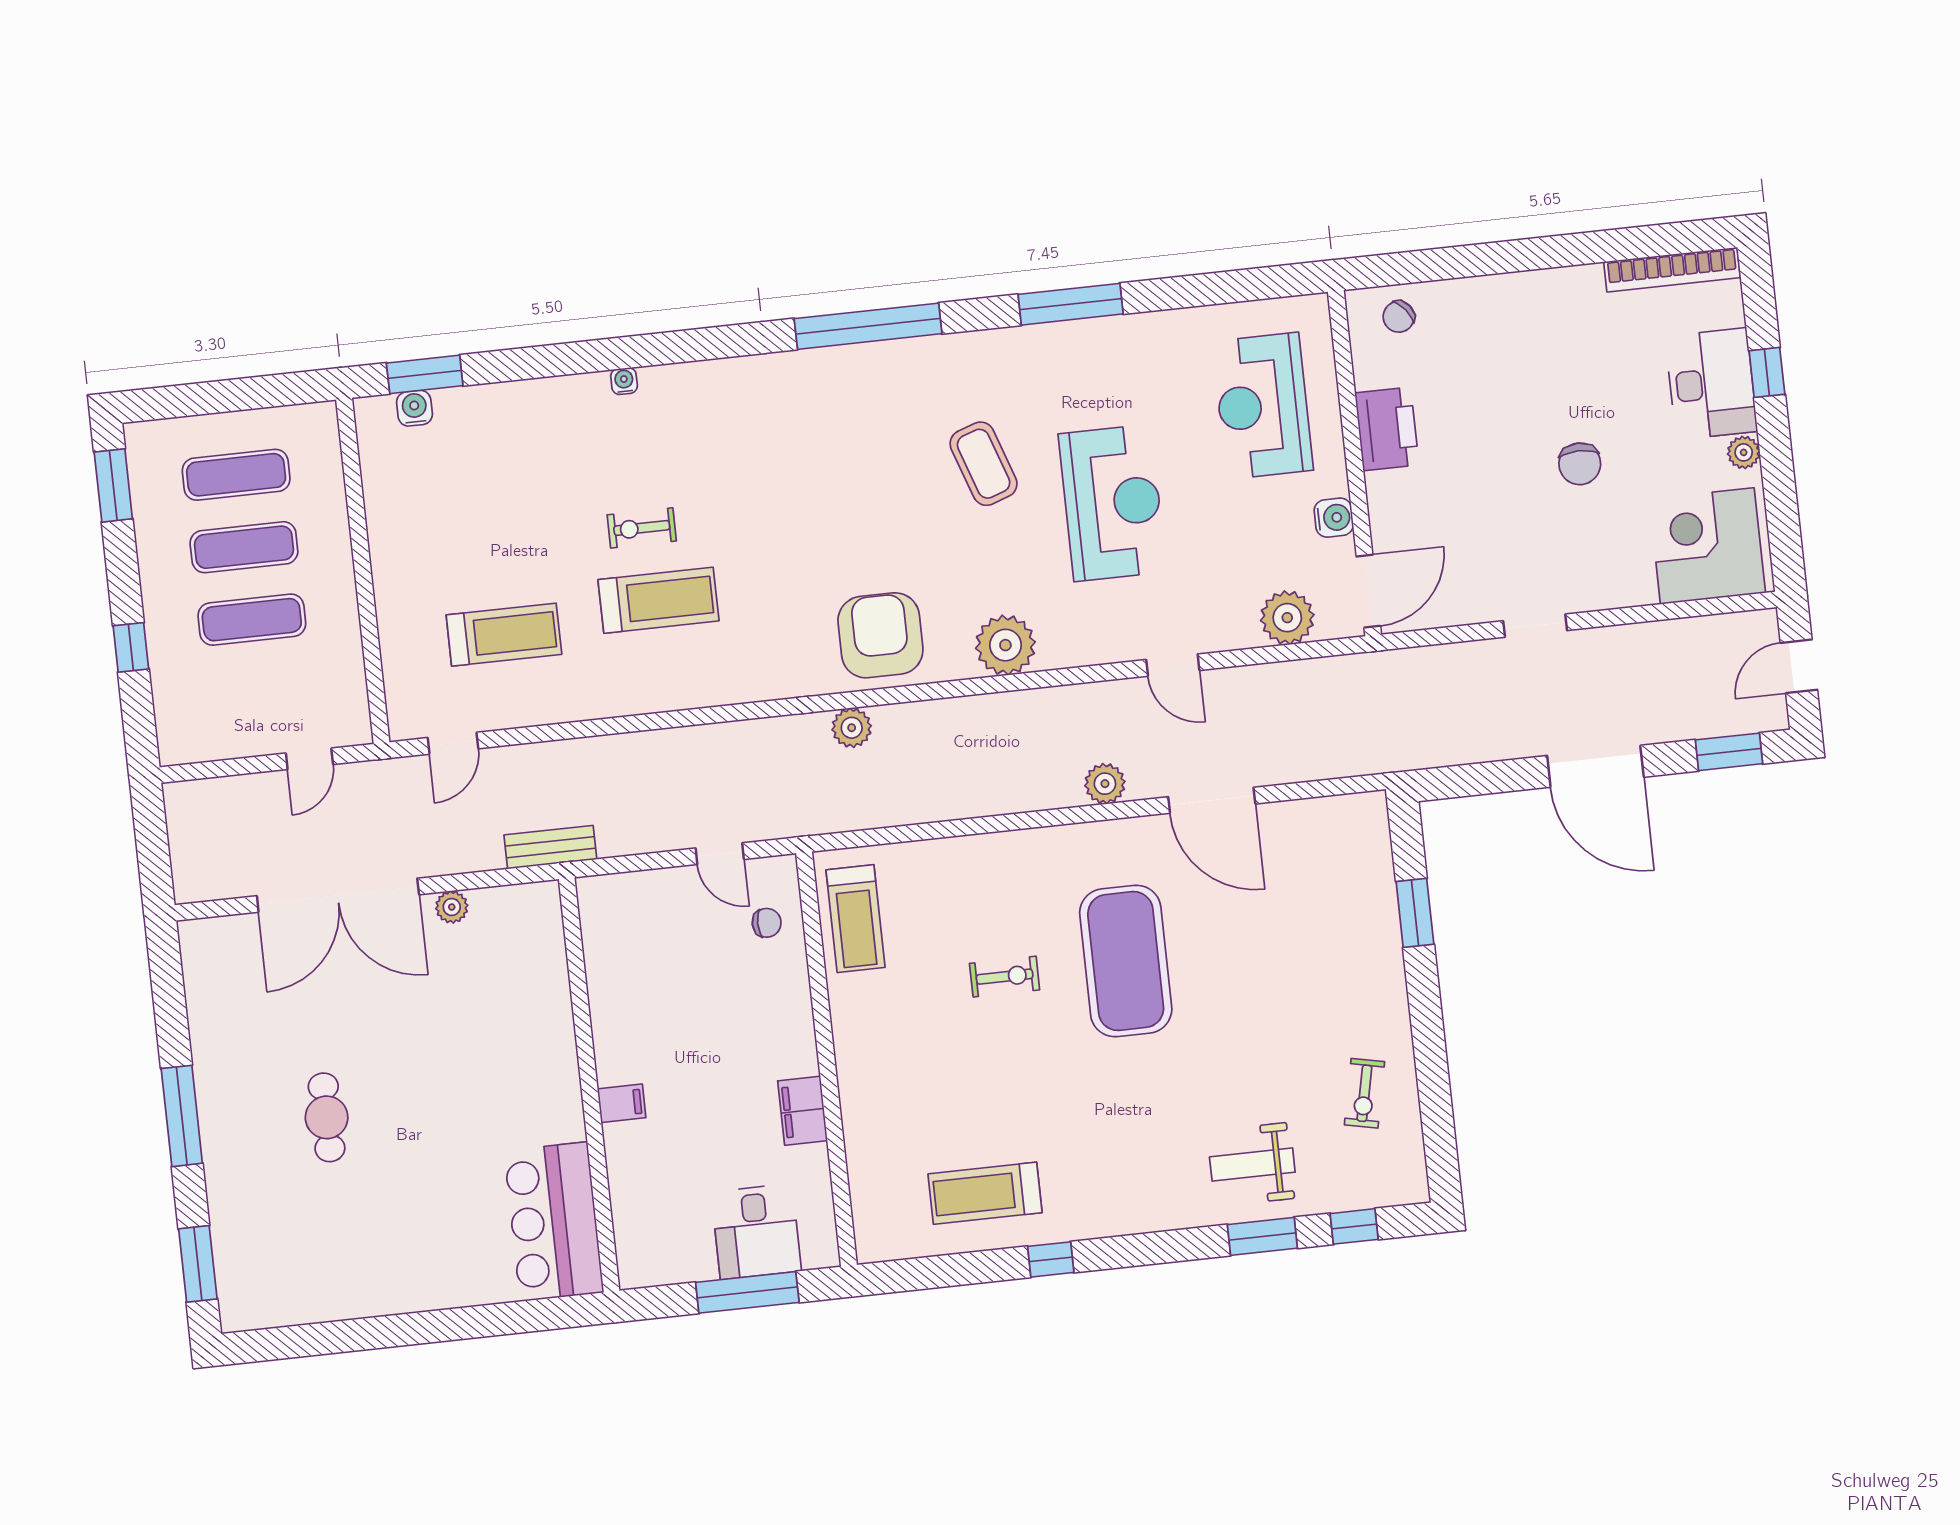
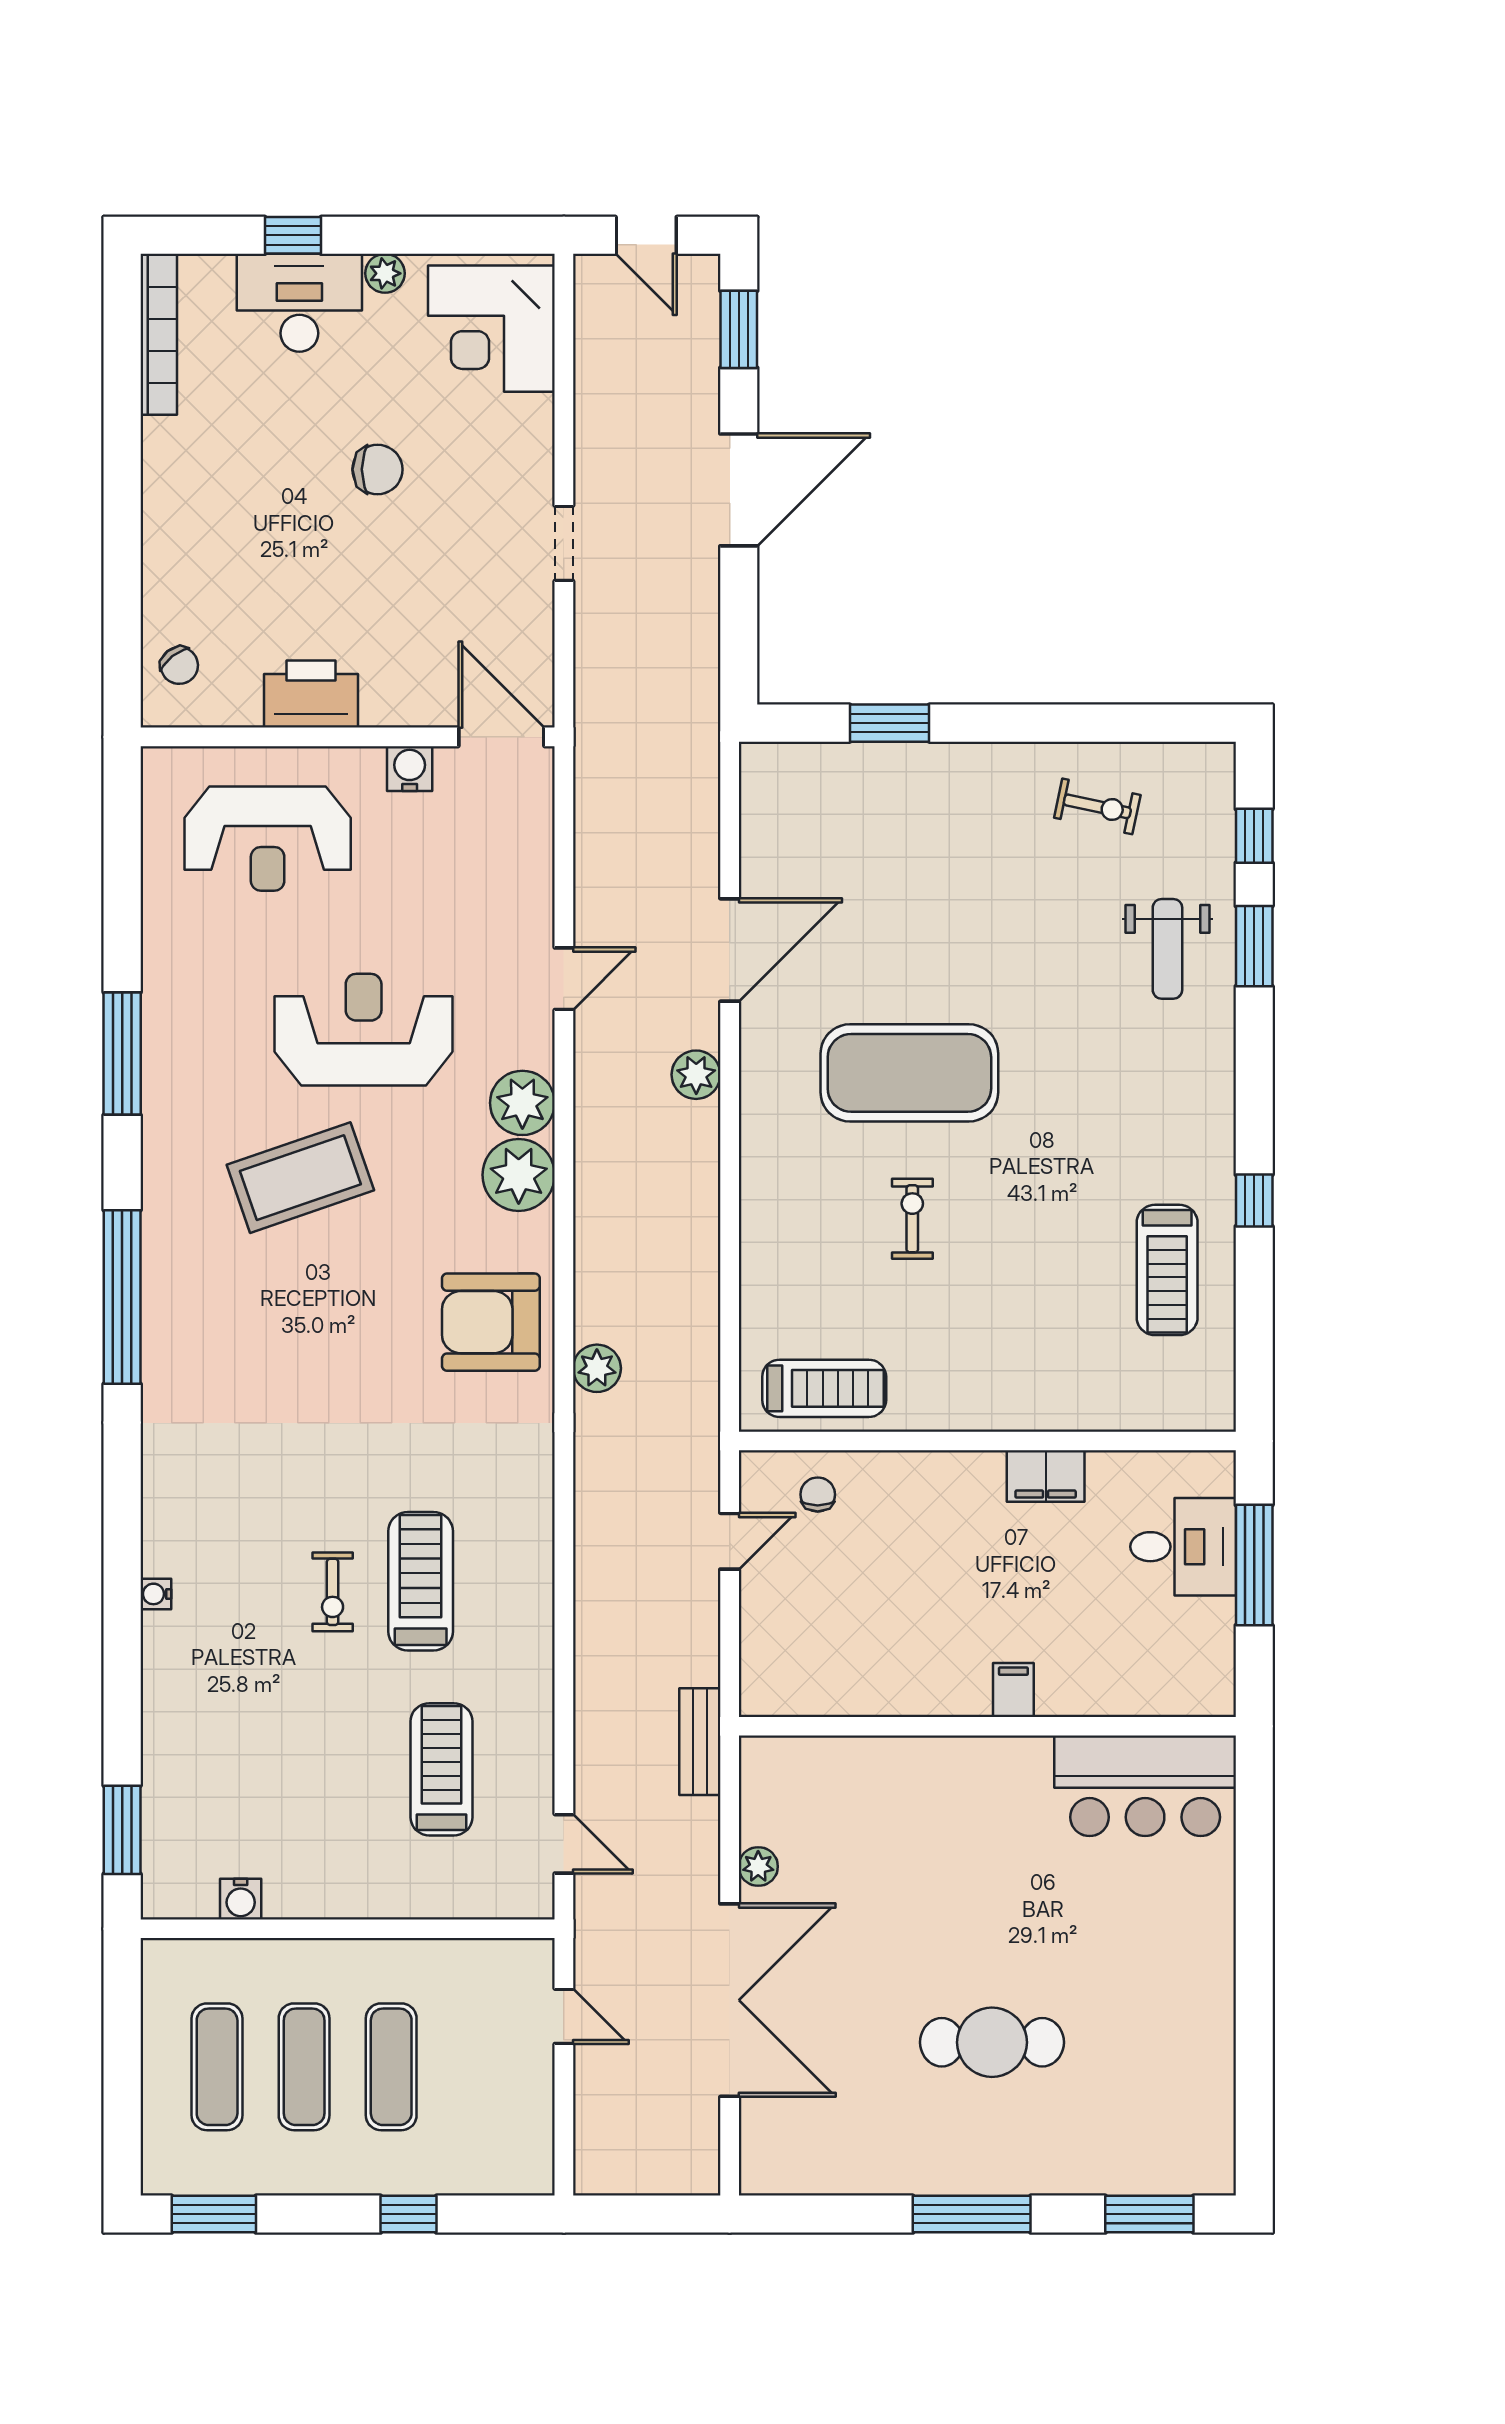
water cooler: (414, 408) -> (241, 1899), moved, turned -90
coffee table: (984, 464) -> (300, 1178), width x1.36, depth x1.32
plant: (1287, 618) -> (522, 1103), moved
cafe table: (327, 1117) -> (992, 2042), width x1.37, depth x1.35

